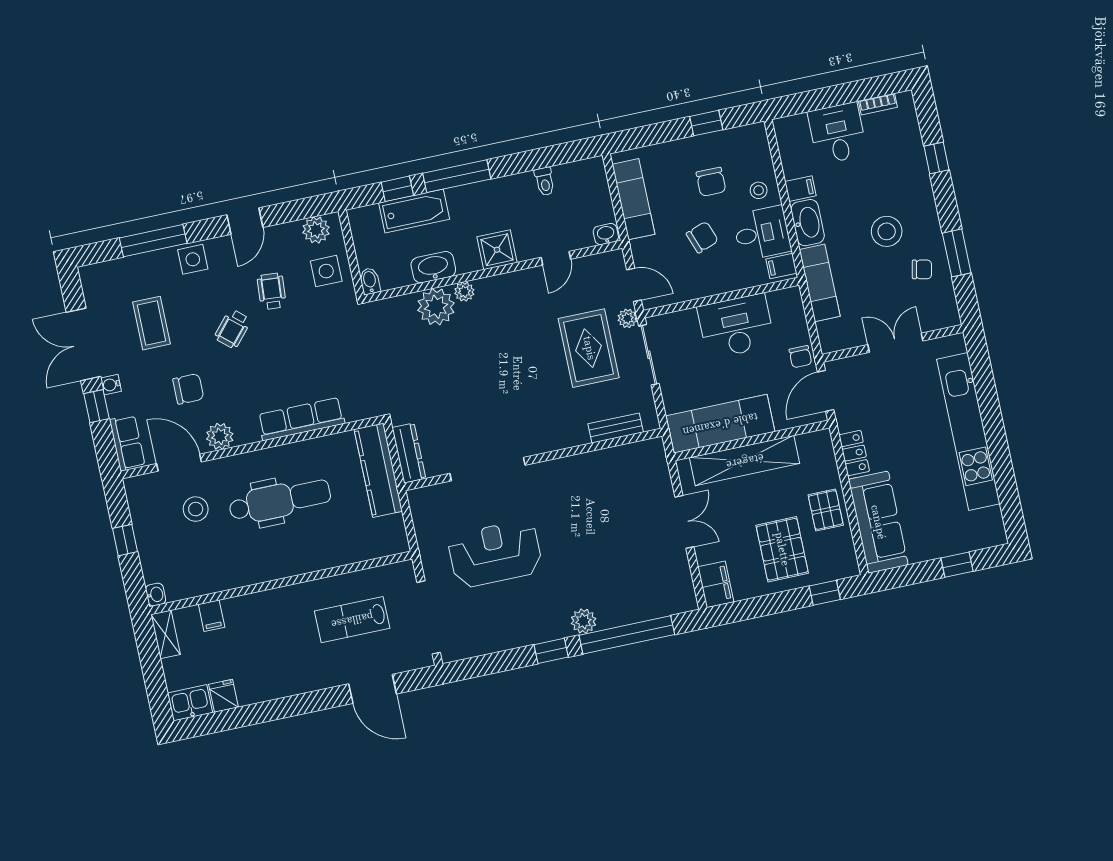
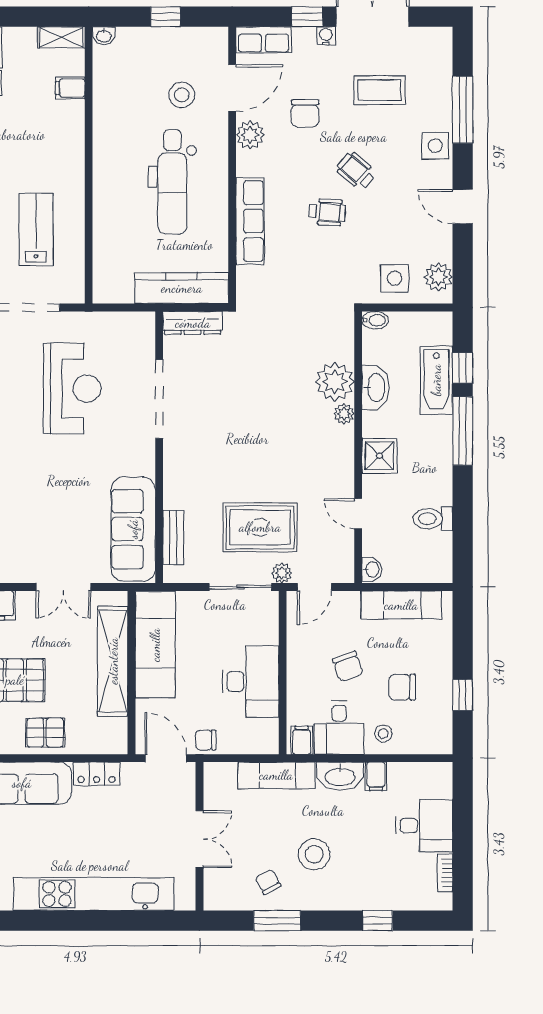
toilet: (545, 181) -> (433, 519), width x1.37, depth x1.39
chair: (922, 269) -> (268, 882), turned 140
wheelchair: (272, 291) -> (327, 212), moved
sofa: (616, 468) -> (133, 529), added

